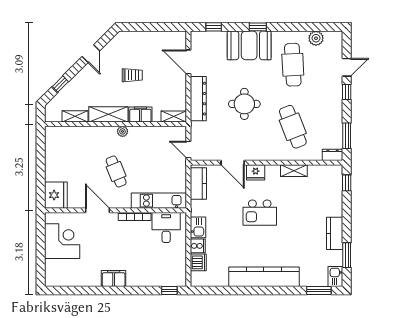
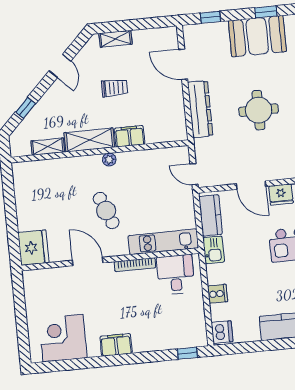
shelving: (174, 117) -> (116, 39), moved
kitchen sink: (198, 227) -> (214, 250), moved
corner desk: (62, 241) -> (63, 338), moved, turned -90
dishwasher: (198, 262) -> (222, 332), moved

